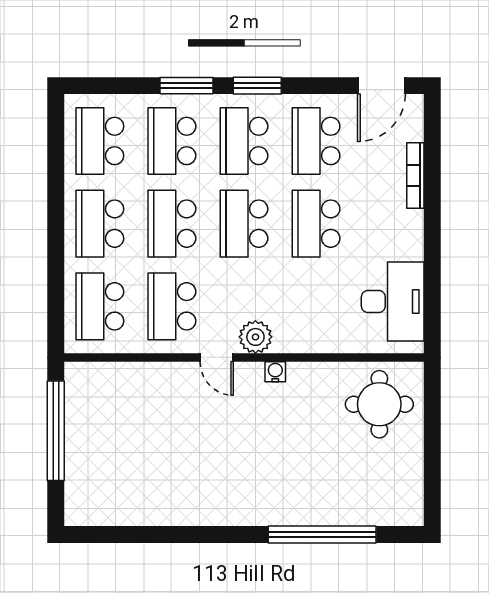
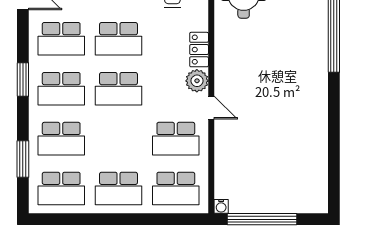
window: (187, 86) -> (23, 159), moved
school desk: (172, 224) -> (118, 139), removed
locker: (301, 340) -> (199, 50), added
door: (217, 357) -> (211, 108), hinge flipped
water cooler: (275, 372) -> (221, 206), moved, turned -90

